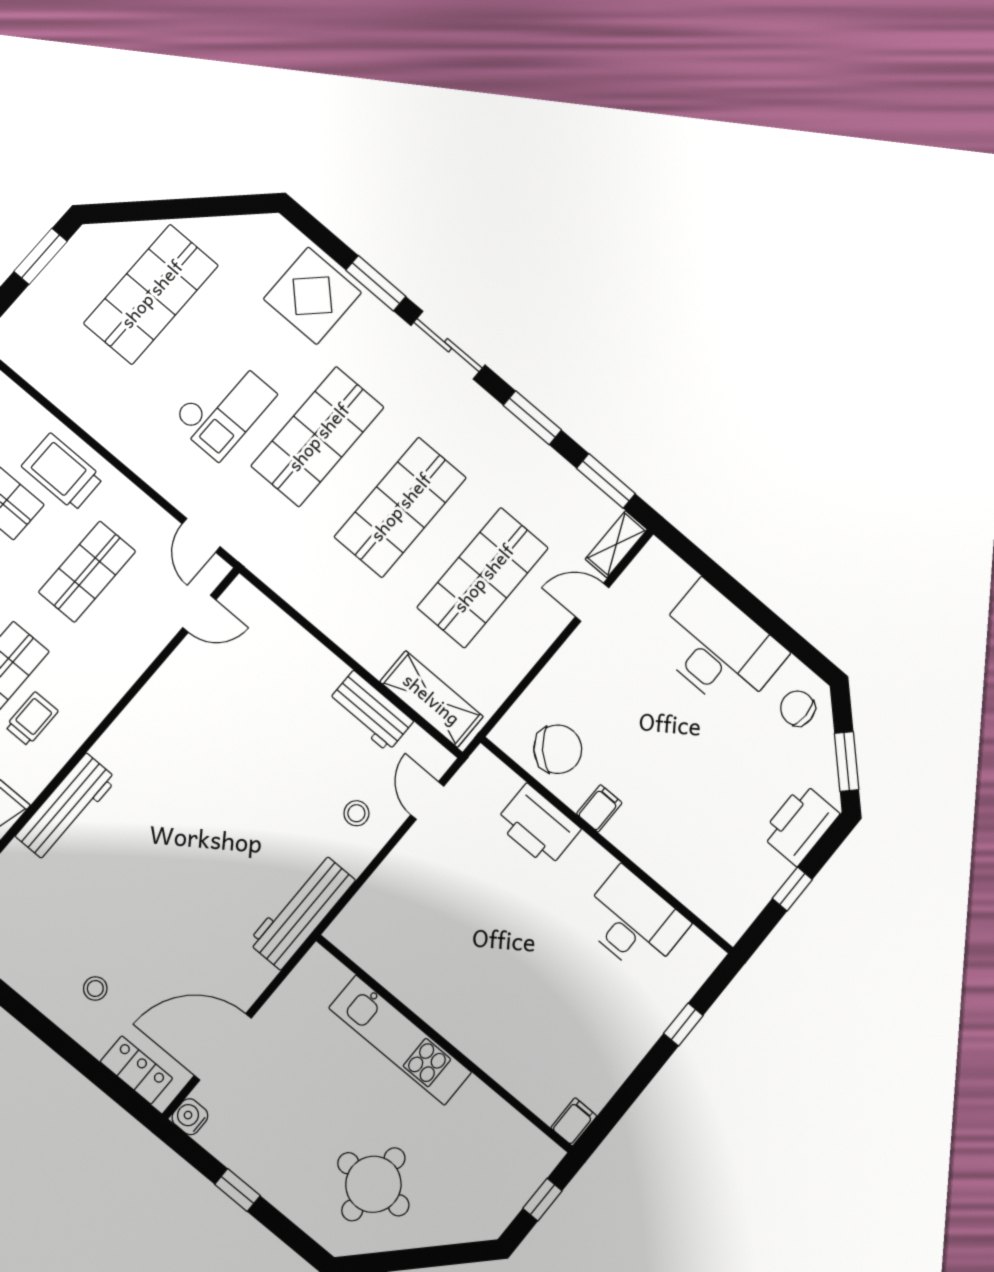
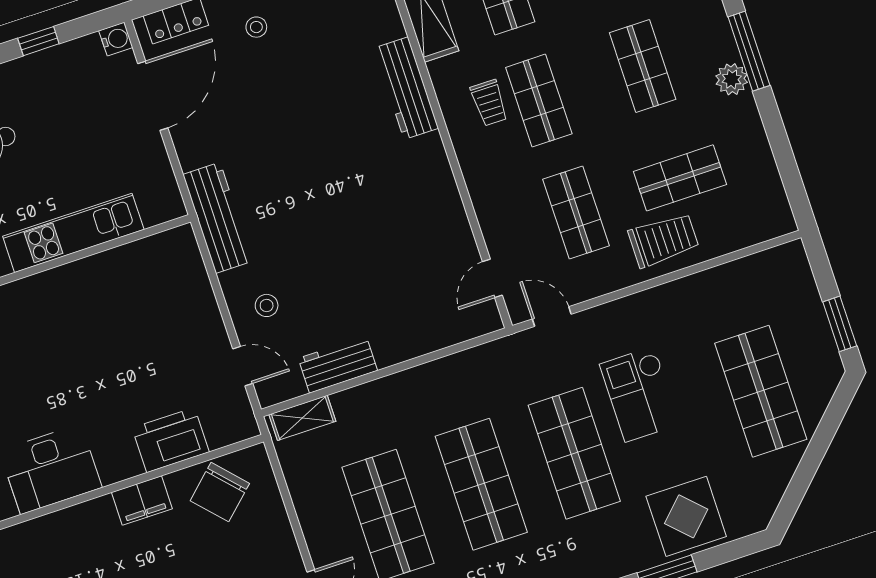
shelving: (432, 699) -> (302, 418), width x0.67, depth x0.75
filing cabinet: (599, 808) -> (142, 501), width x2.00

